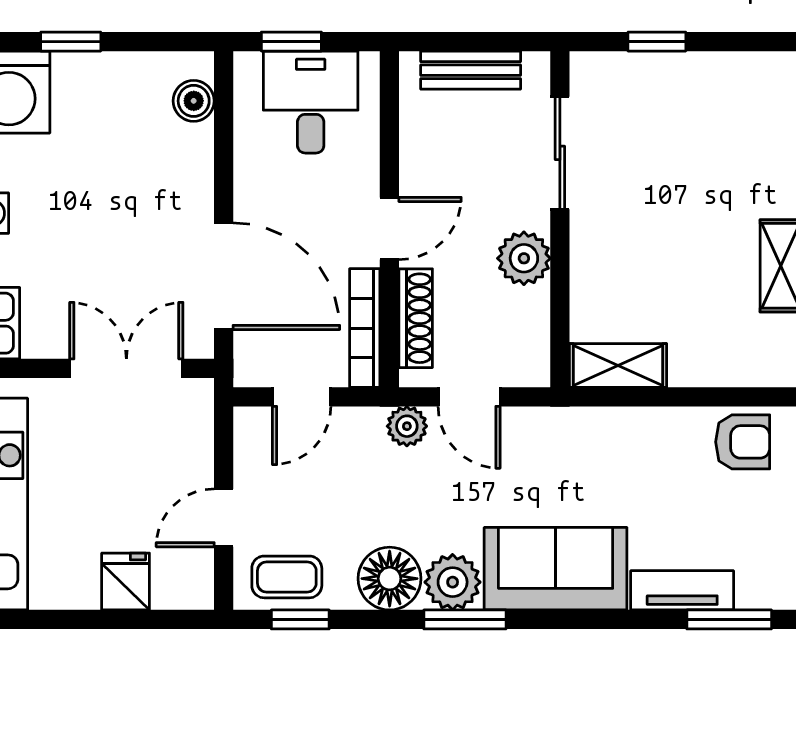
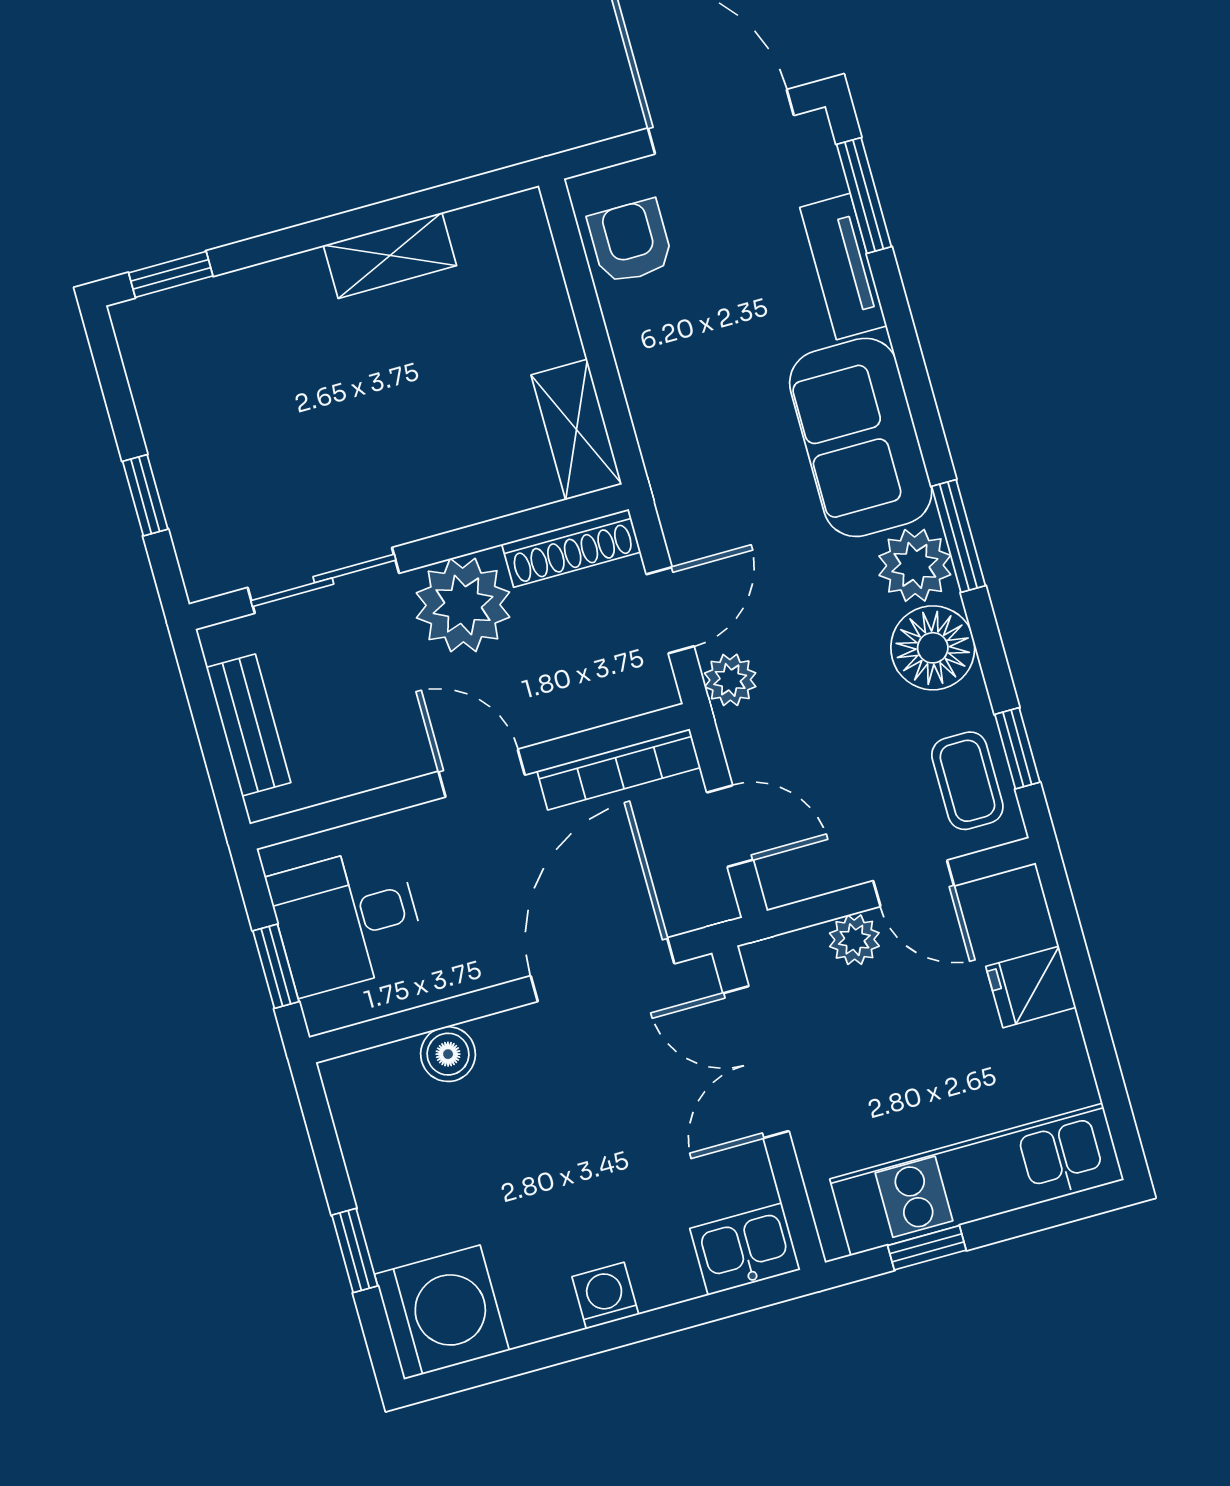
boiler: (194, 101) -> (448, 1054), moved
plant: (524, 258) -> (463, 605), width x1.36, depth x1.36
shoe rack: (416, 318) -> (571, 548), moved, turned 180
plant: (195, 464) -> (854, 940), added

